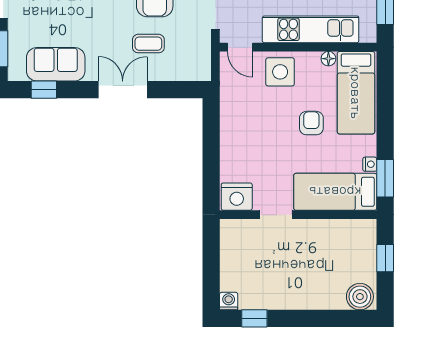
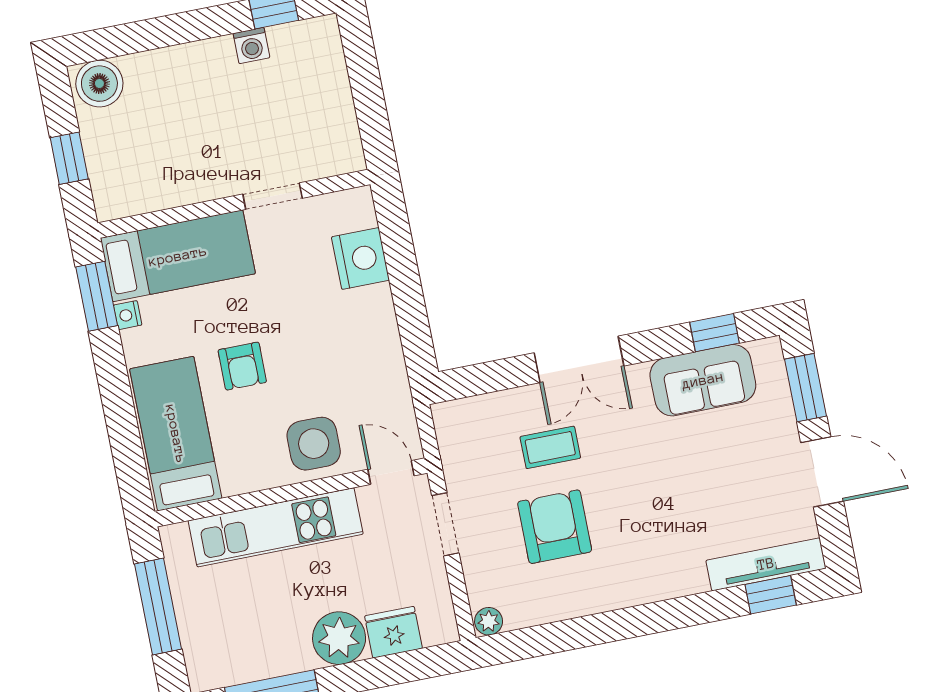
floor lamp: (328, 59) -> (235, 483), removed
nightstand: (237, 197) -> (360, 259), moved, turned 90
washing machine: (229, 301) -> (251, 45), moved

